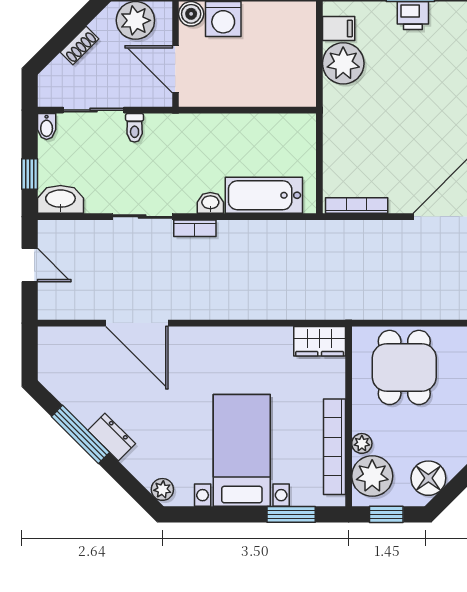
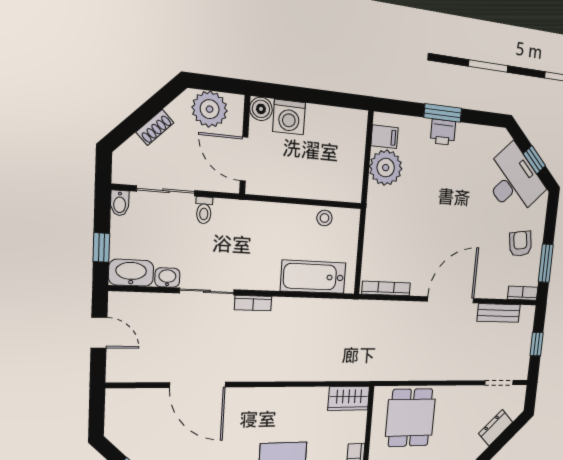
stool: (273, 127) -> (324, 218), added
washbasin: (210, 203) -> (167, 277), moved

